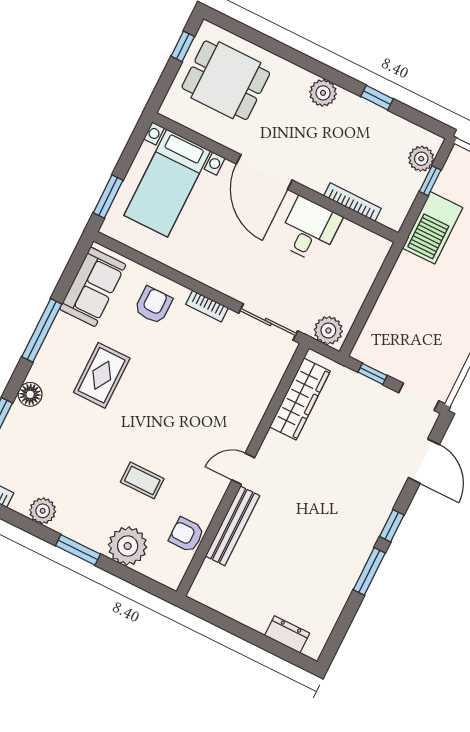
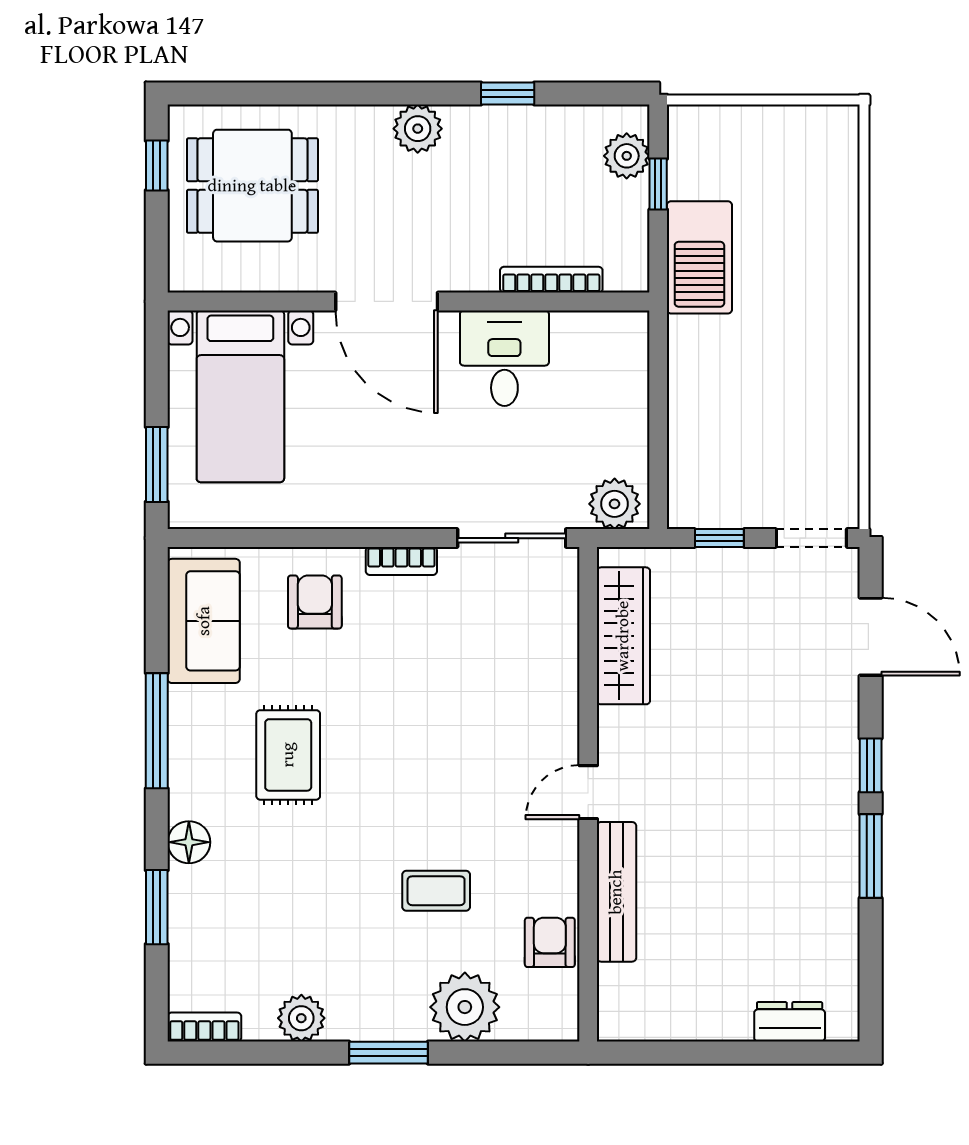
armchair: (186, 535) -> (550, 942), turned 90

